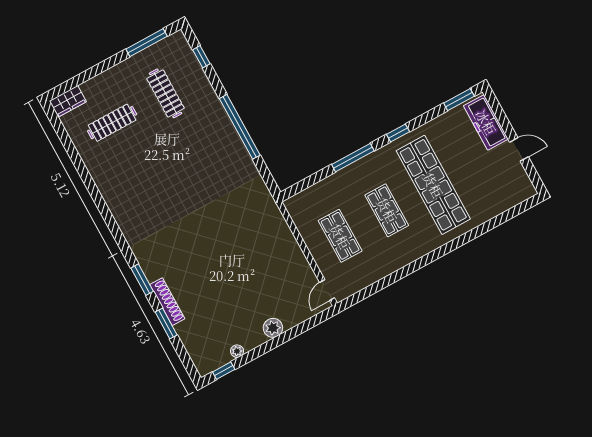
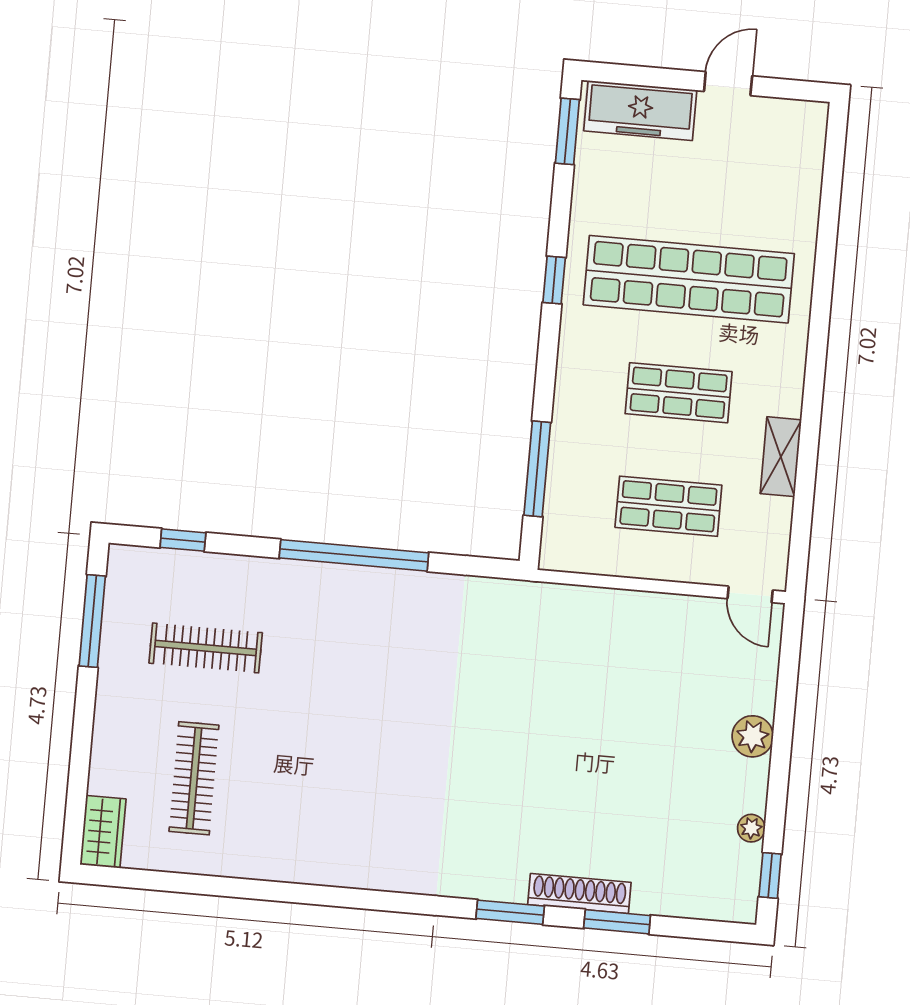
window: (353, 158) -> (537, 469), moved
shelving: (388, 266) -> (781, 457), added

